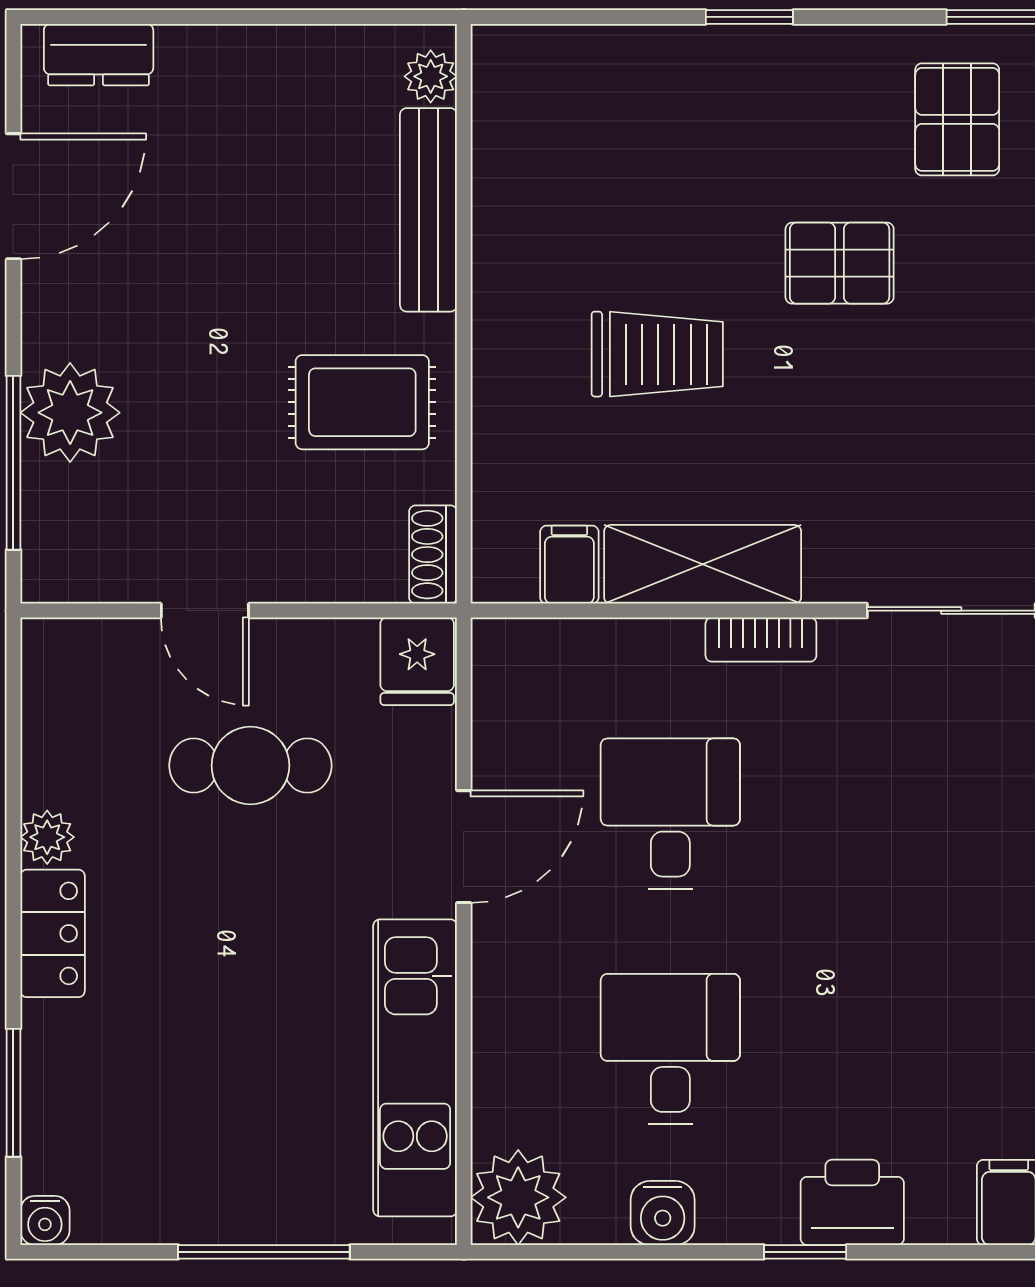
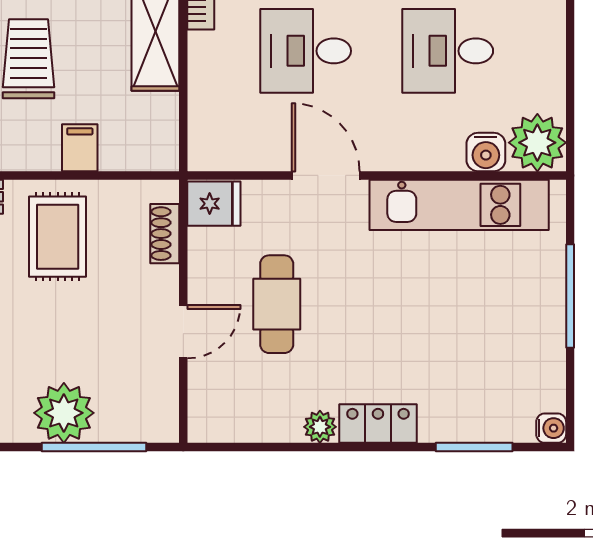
shoe rack: (433, 555) -> (165, 234), moved, turned 90
filing cabinet: (569, 565) -> (80, 148), moved, turned 90
water cooler: (663, 1213) -> (486, 152), moved, turned 90

